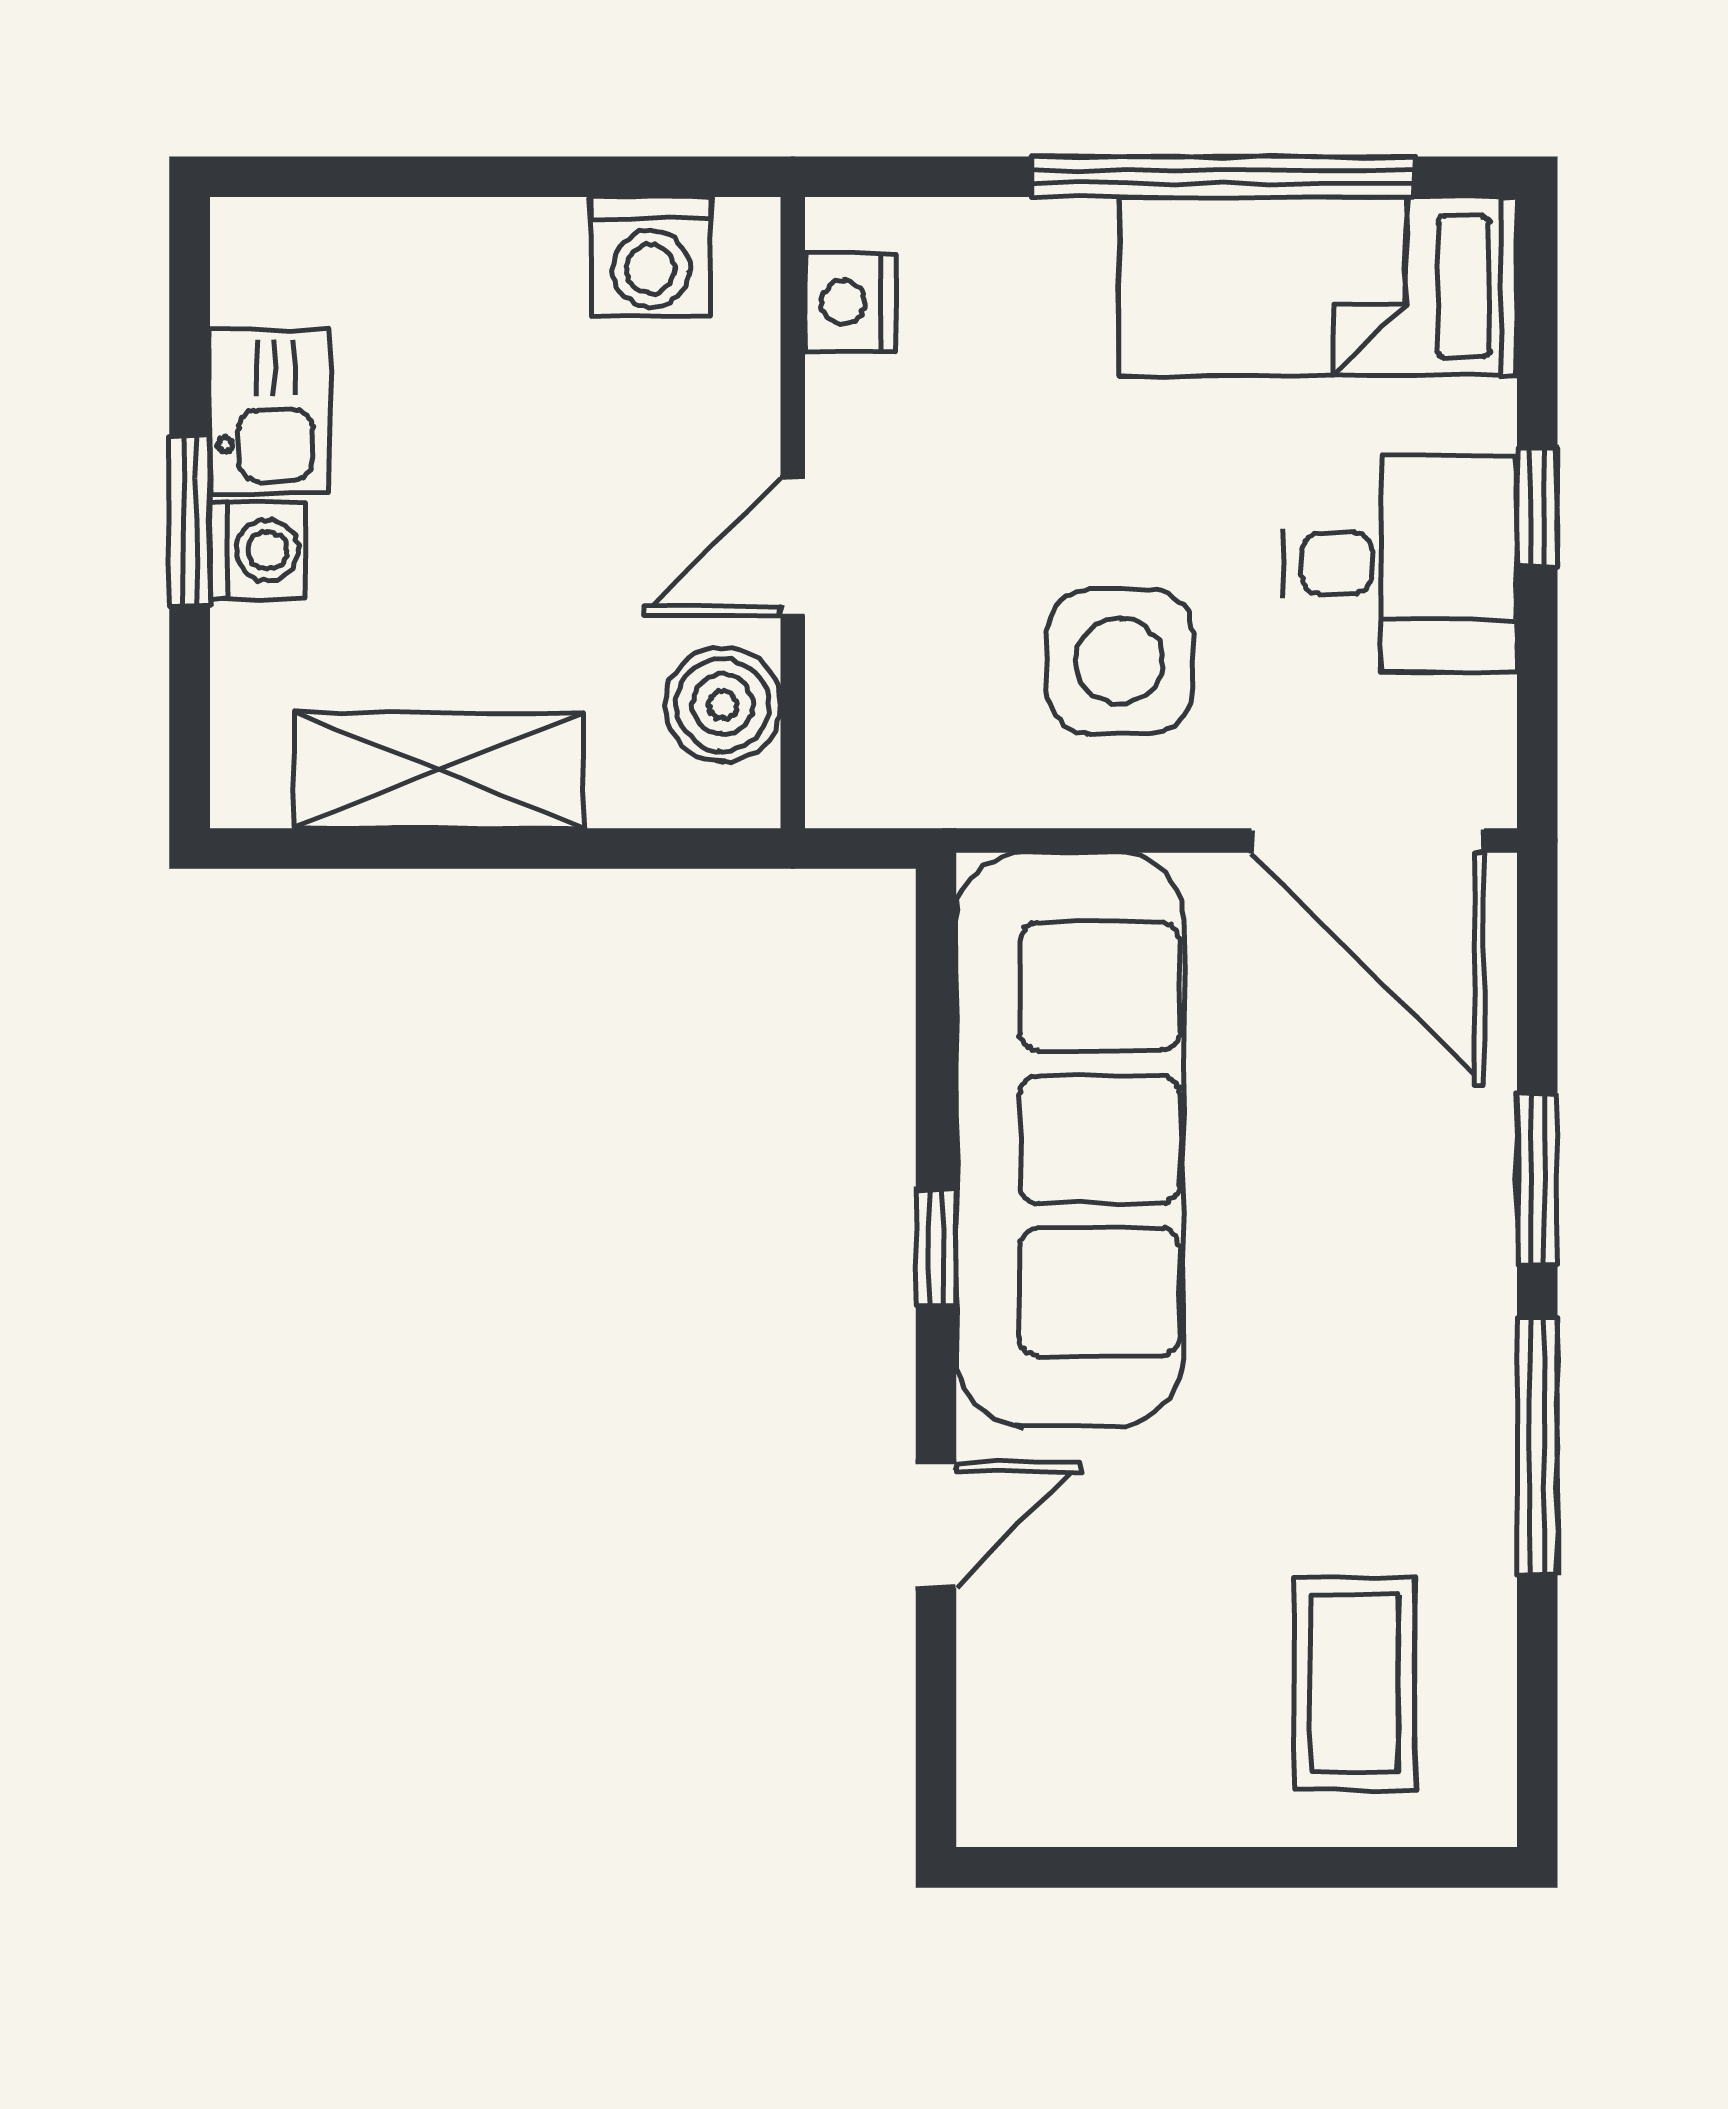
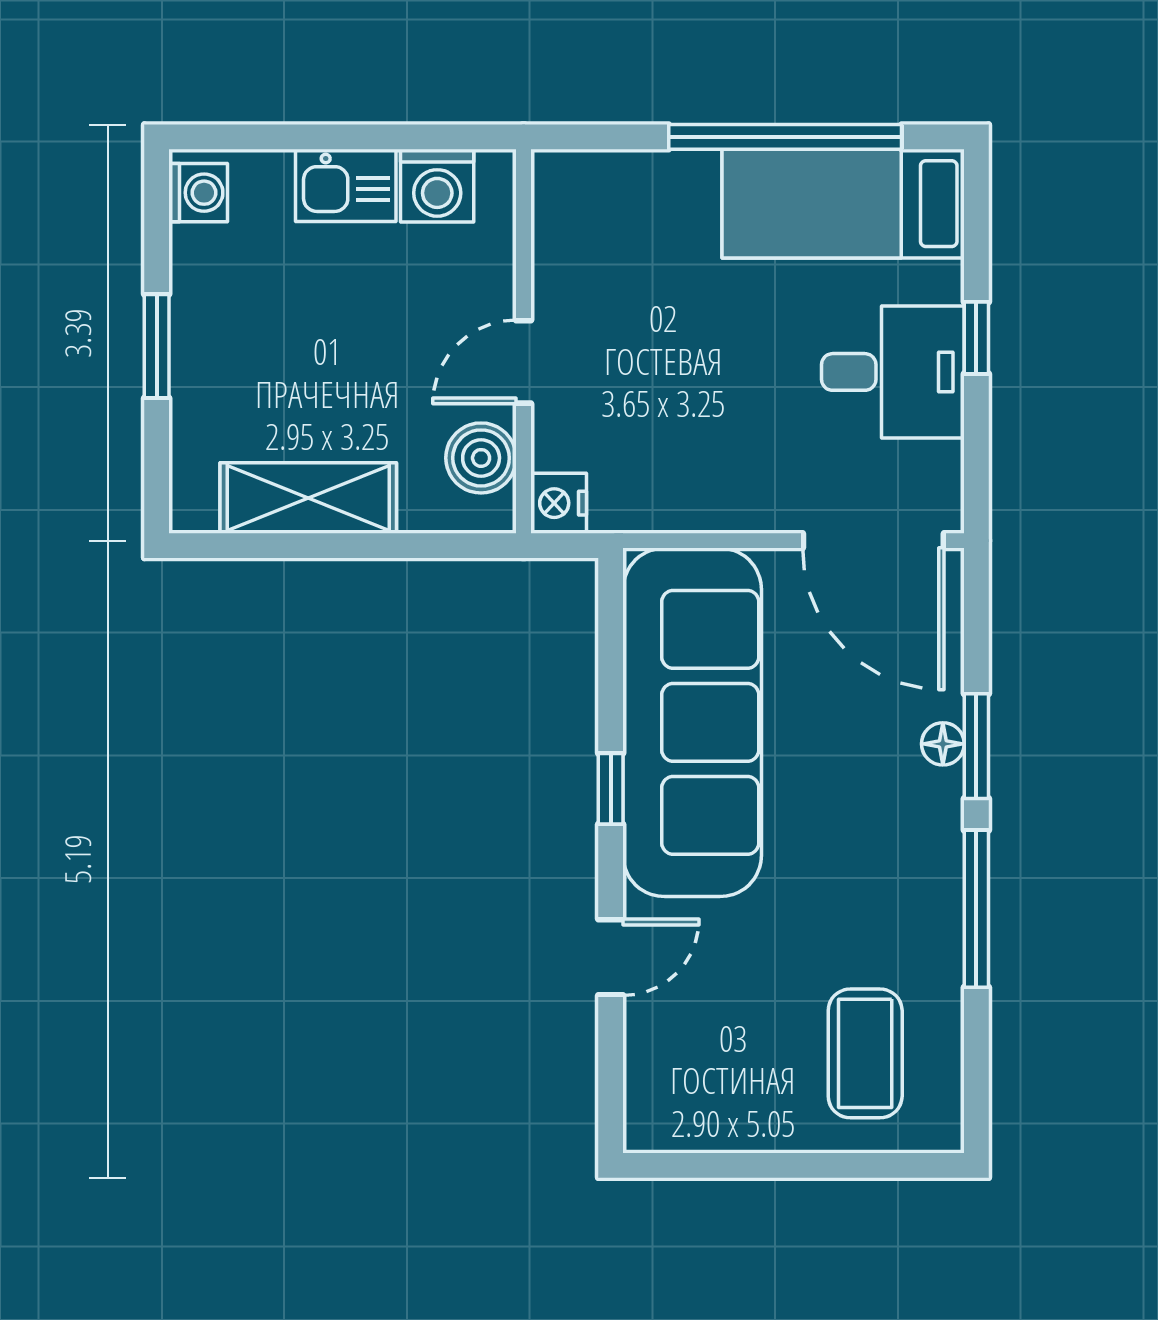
nightstand: (850, 303) -> (559, 503), moved
kitchen sink: (269, 412) -> (346, 185), moved, turned 90
washing machine: (258, 550) -> (198, 193), moved
side table: (1119, 661) -> (722, 432), removed
floor lamp: (1482, 1175) -> (943, 744), added

